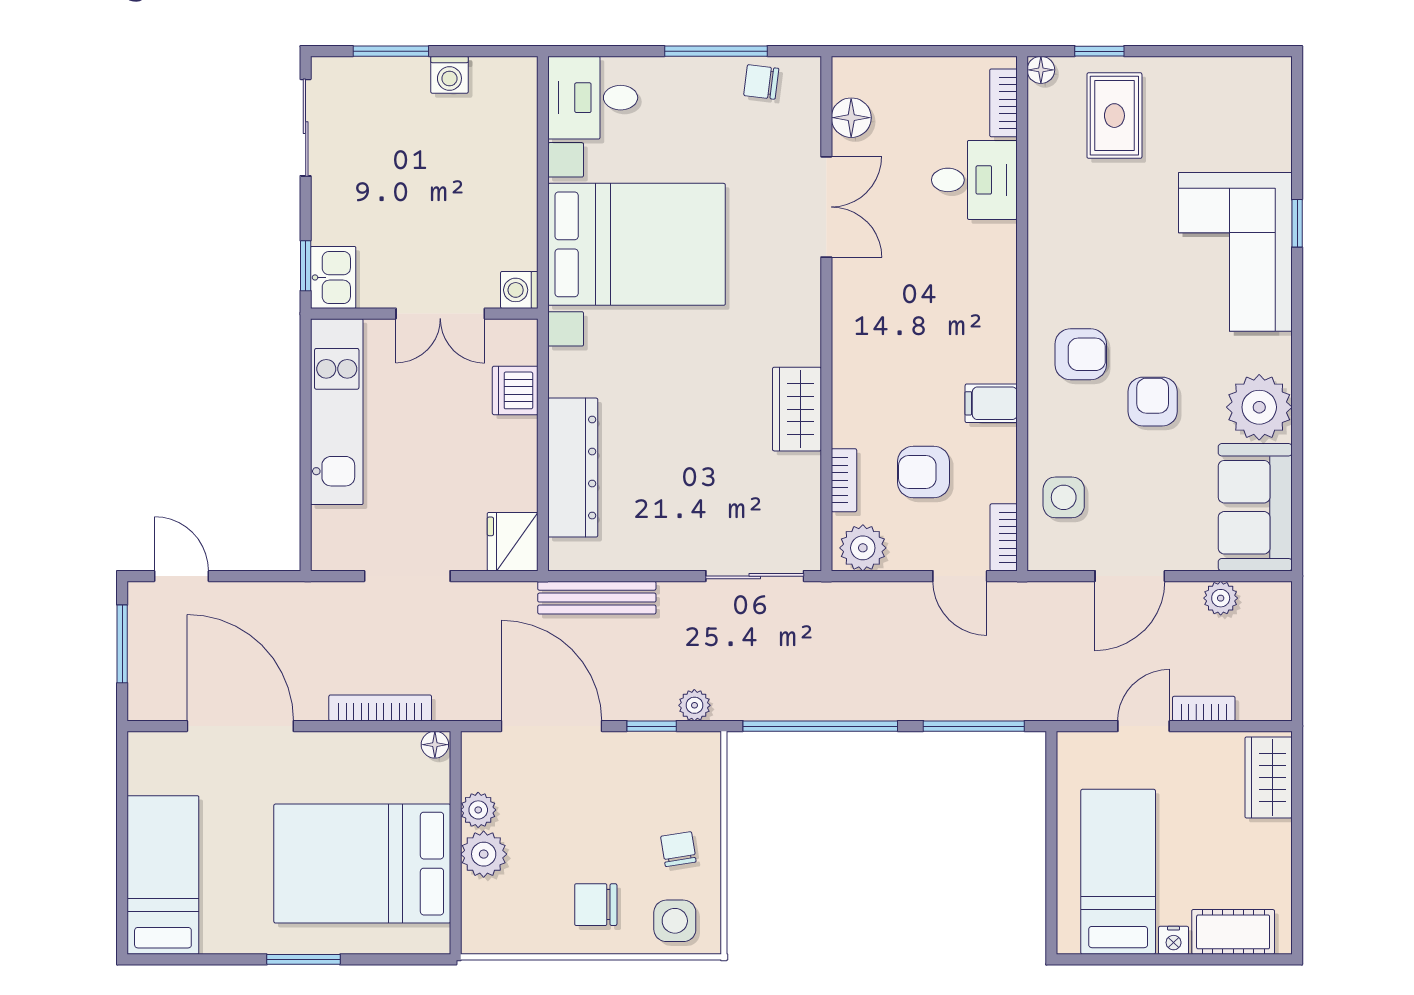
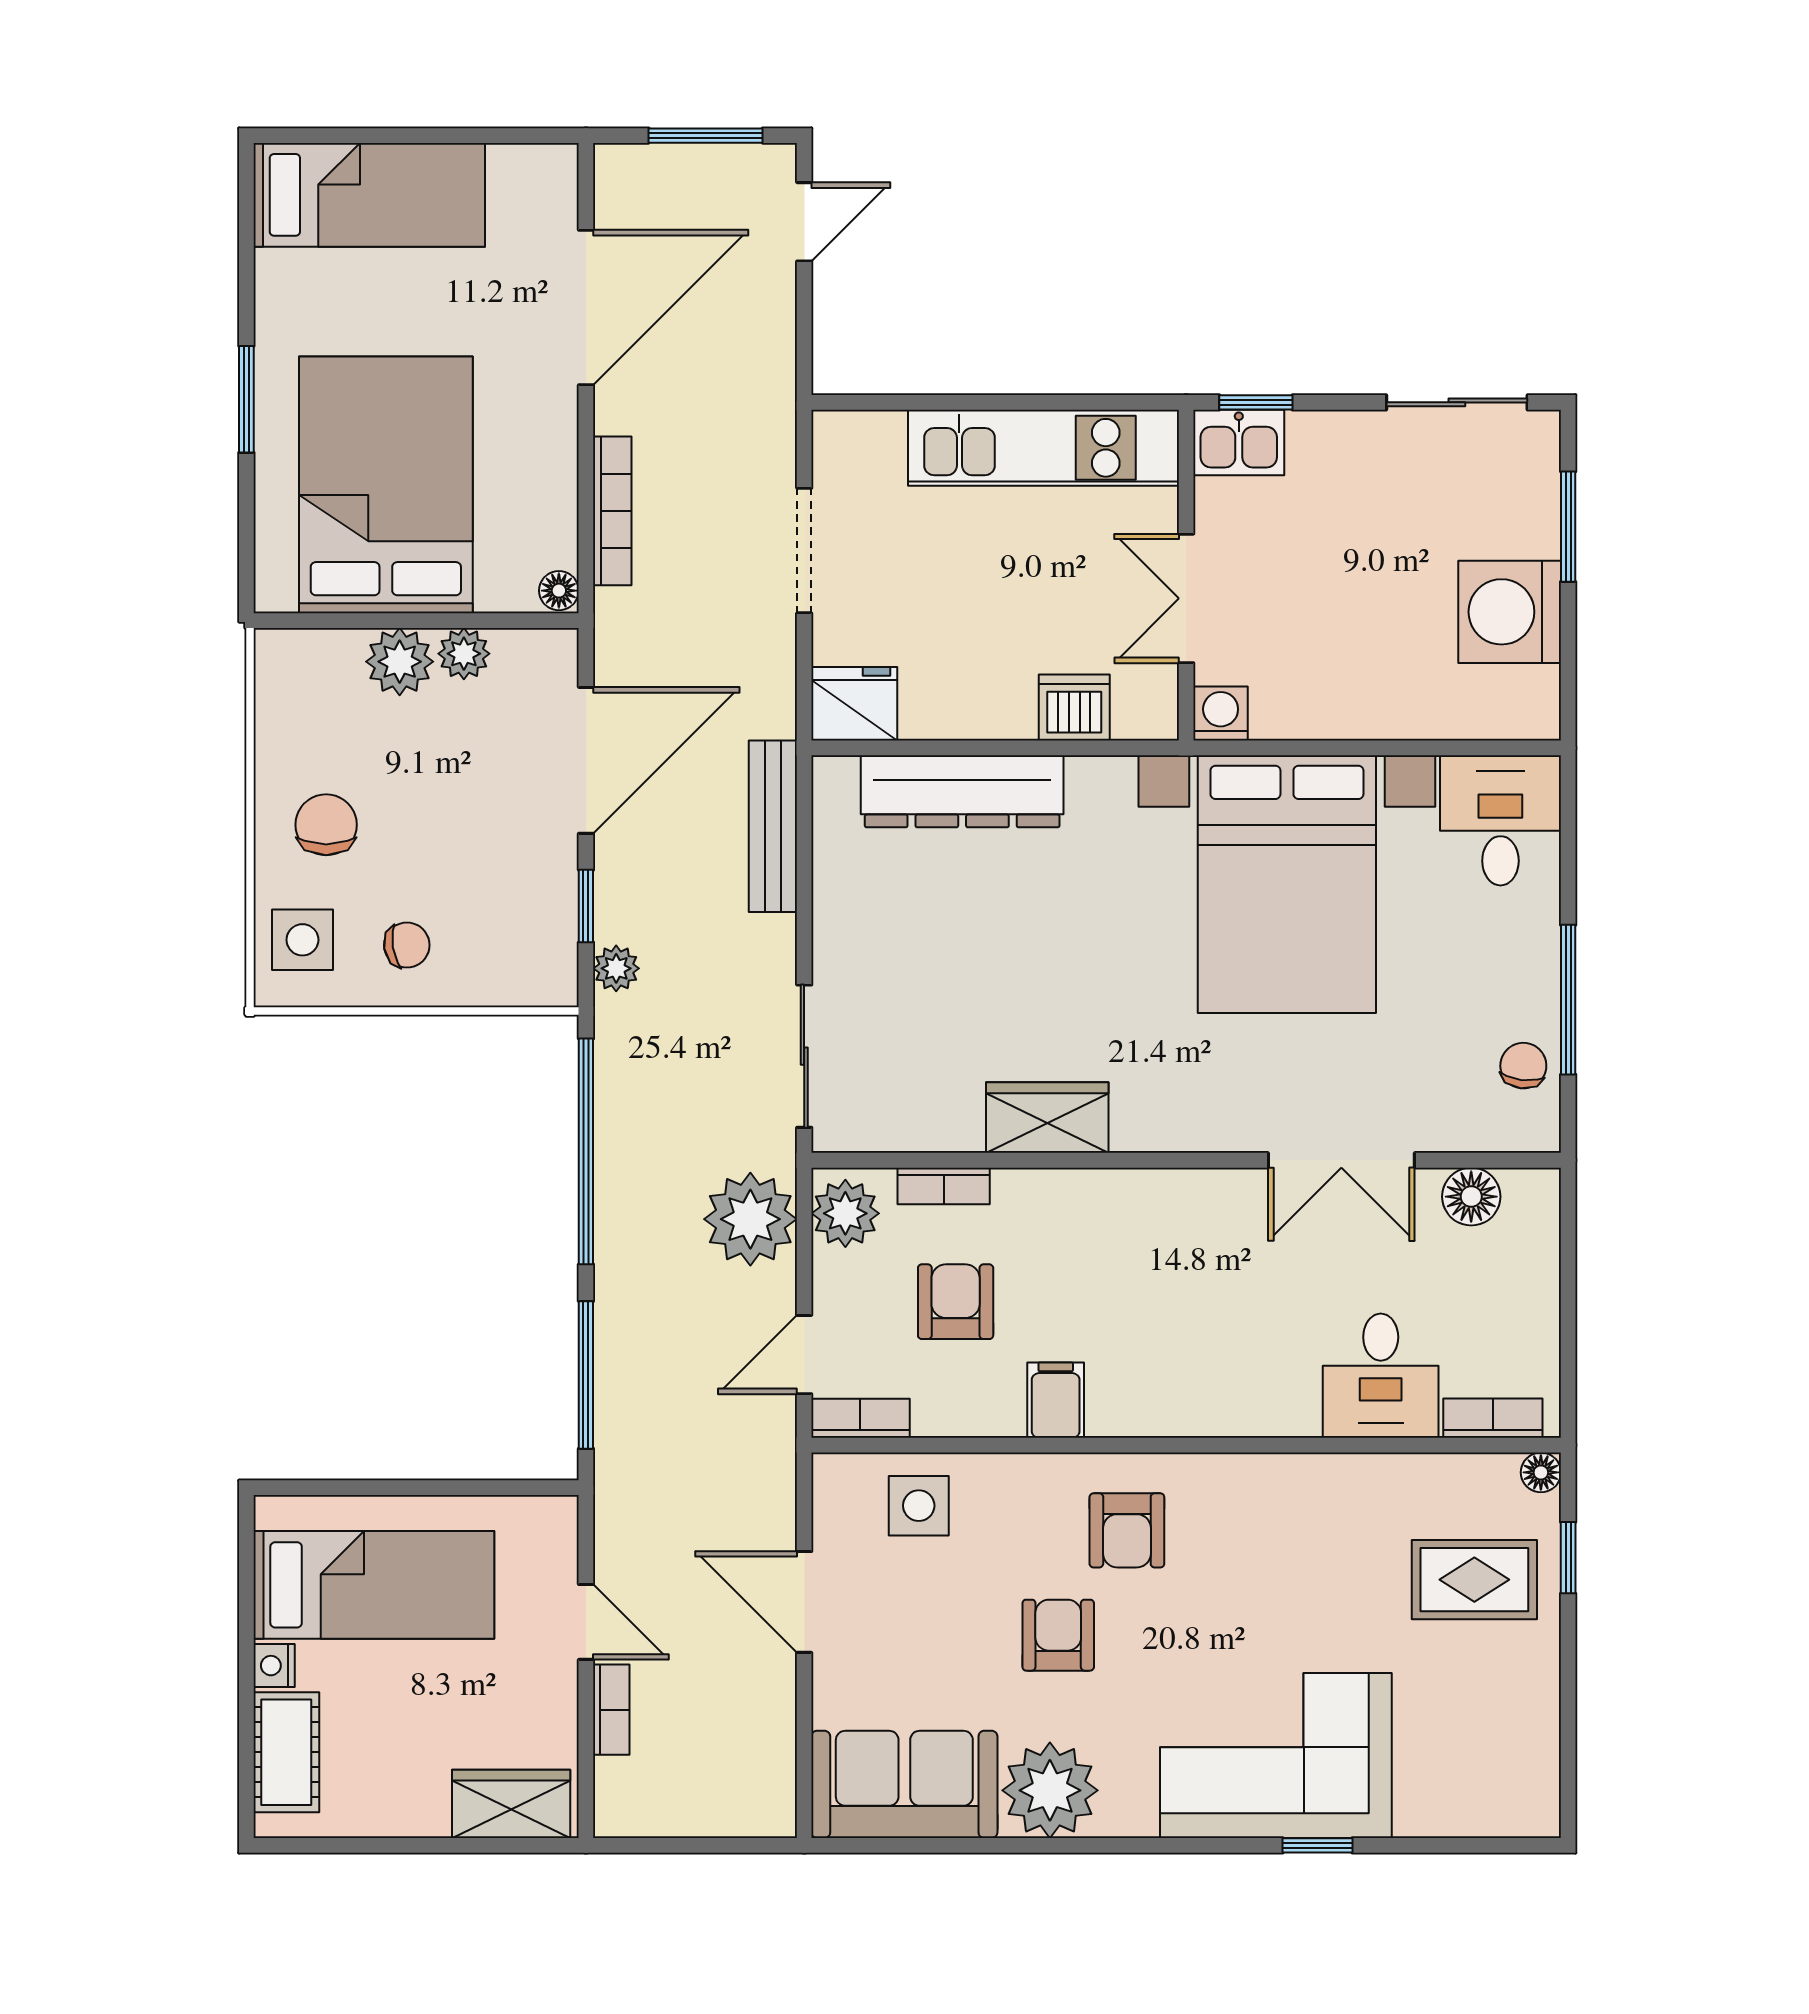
washing machine: (449, 75) -> (1510, 612), width x1.89, depth x1.89
armchair: (1153, 402) -> (1058, 1635), turned -90
plant: (1221, 598) -> (750, 1219), moved, width x1.88, depth x1.88

